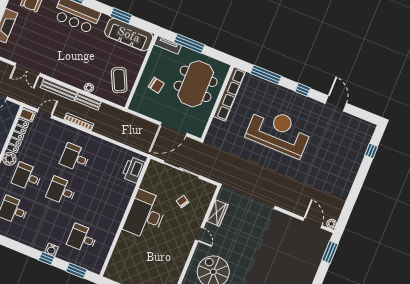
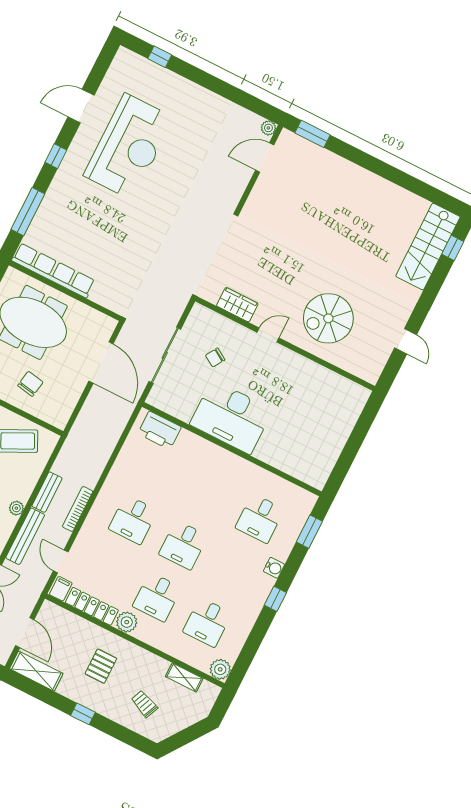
plant: (89, 88) -> (16, 508), moved
reception desk: (279, 132) -> (129, 147), moved, turned 180
window: (47, 258) -> (275, 599), moved

